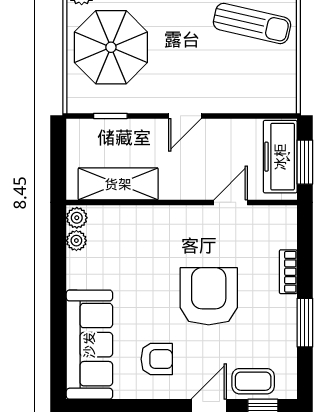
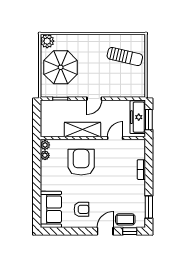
shelving: (118, 184) -> (82, 130), moved
armchair: (209, 296) -> (81, 162), moved
window: (305, 323) -> (149, 207), moved
sofa: (89, 345) -> (51, 209), width x0.73

